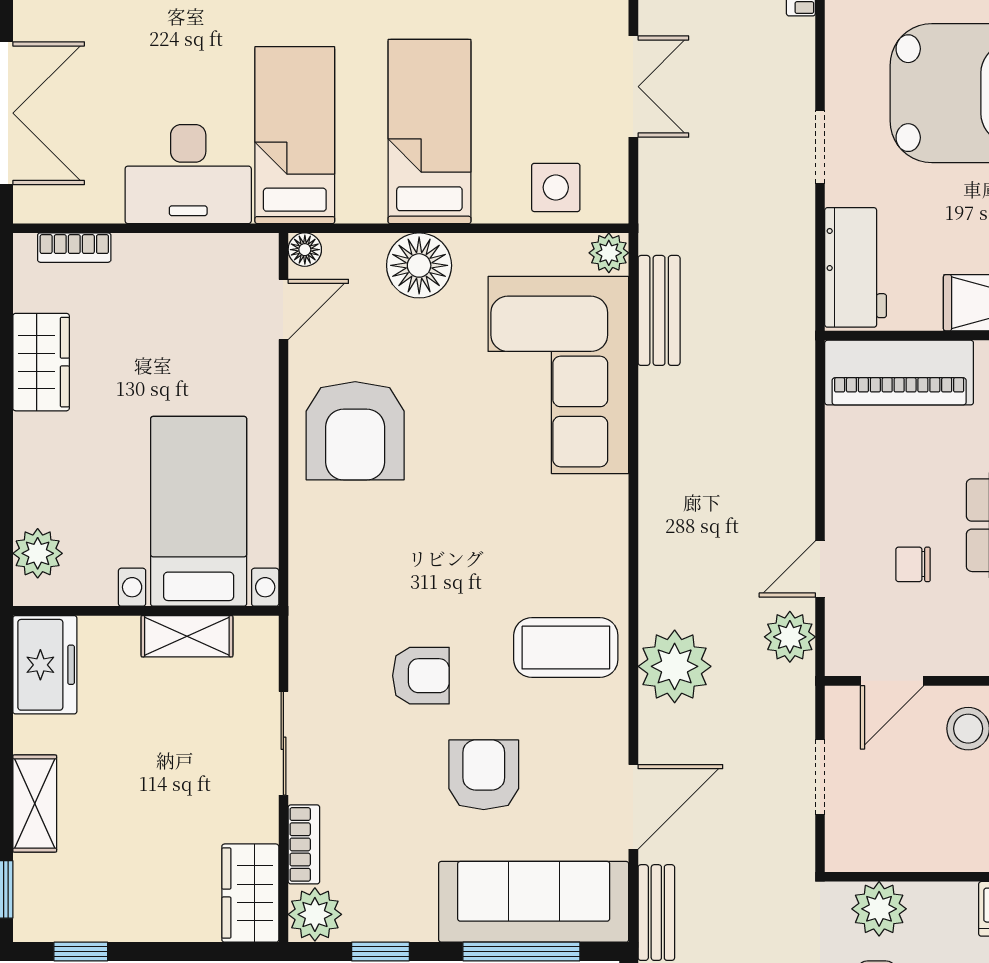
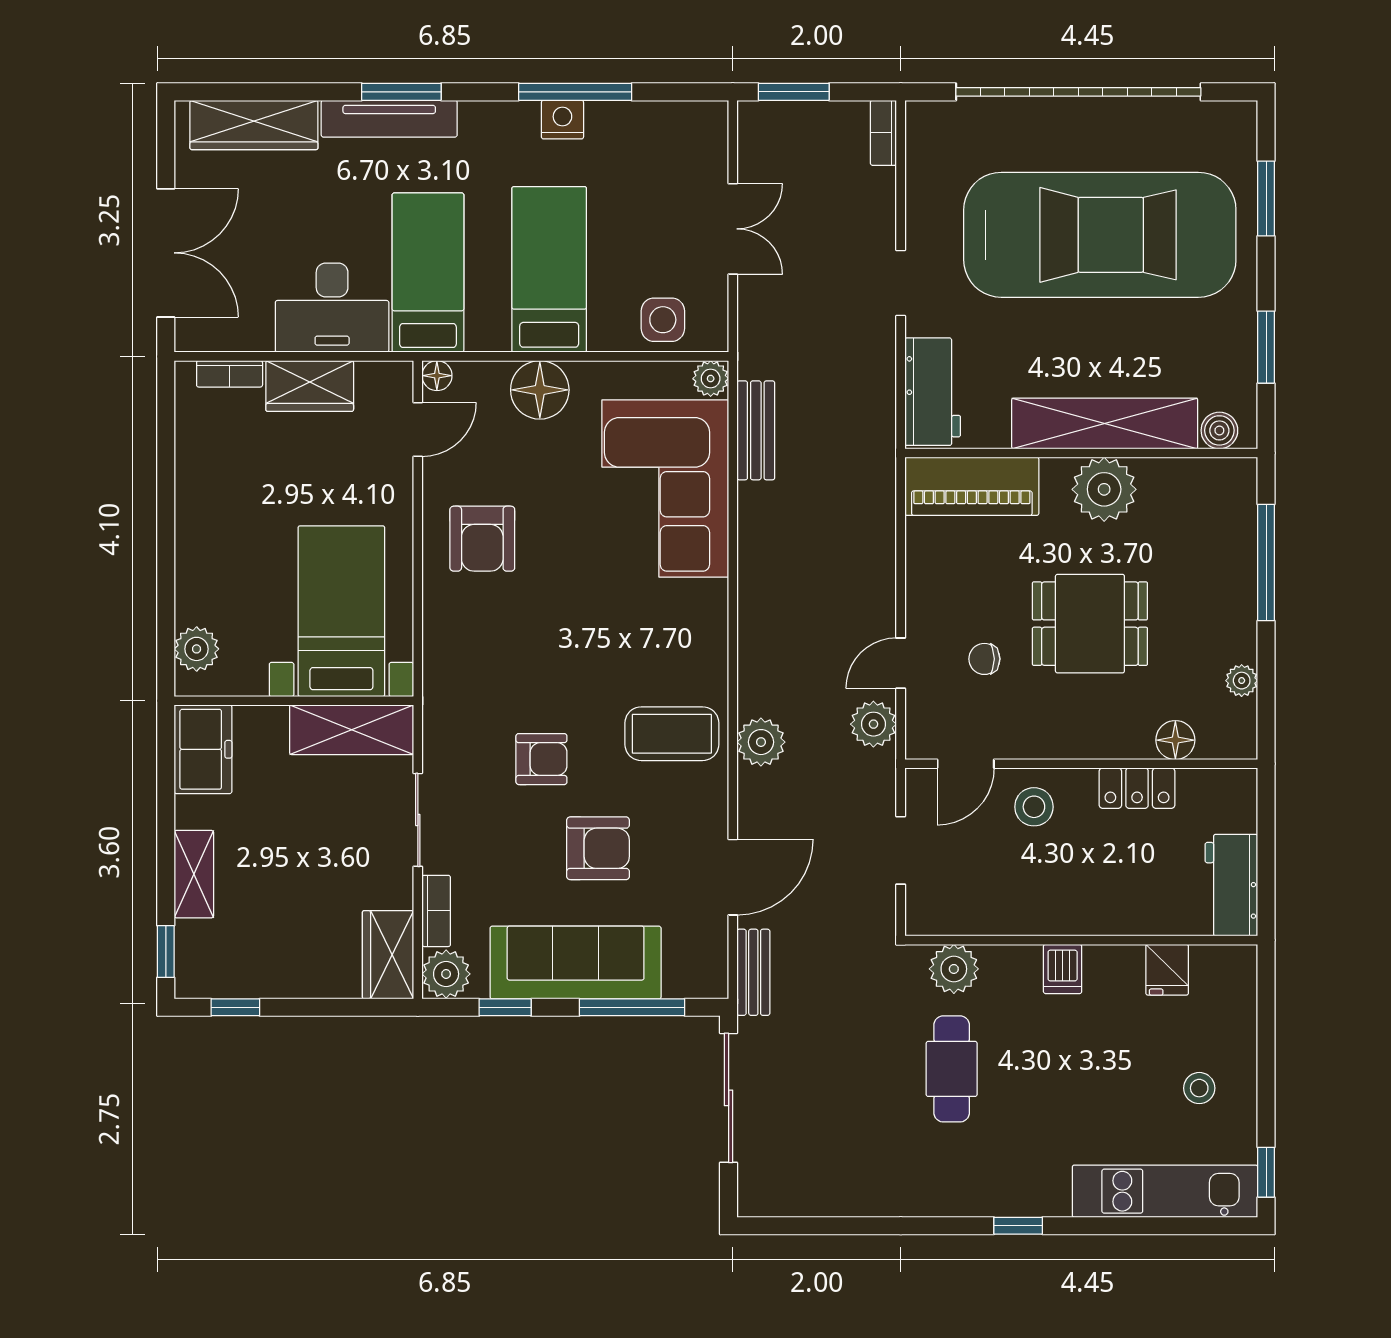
wardrobe: (41, 362) -> (310, 386), moved, turned 90
armchair: (355, 431) -> (482, 539), width x0.73, depth x0.73
shelving: (187, 636) -> (352, 730), width x1.50, depth x1.33
plant: (675, 666) -> (761, 742), width x0.73, depth x0.73
armchair: (484, 775) -> (598, 848), turned 90
sofa: (534, 902) -> (576, 963), moved

